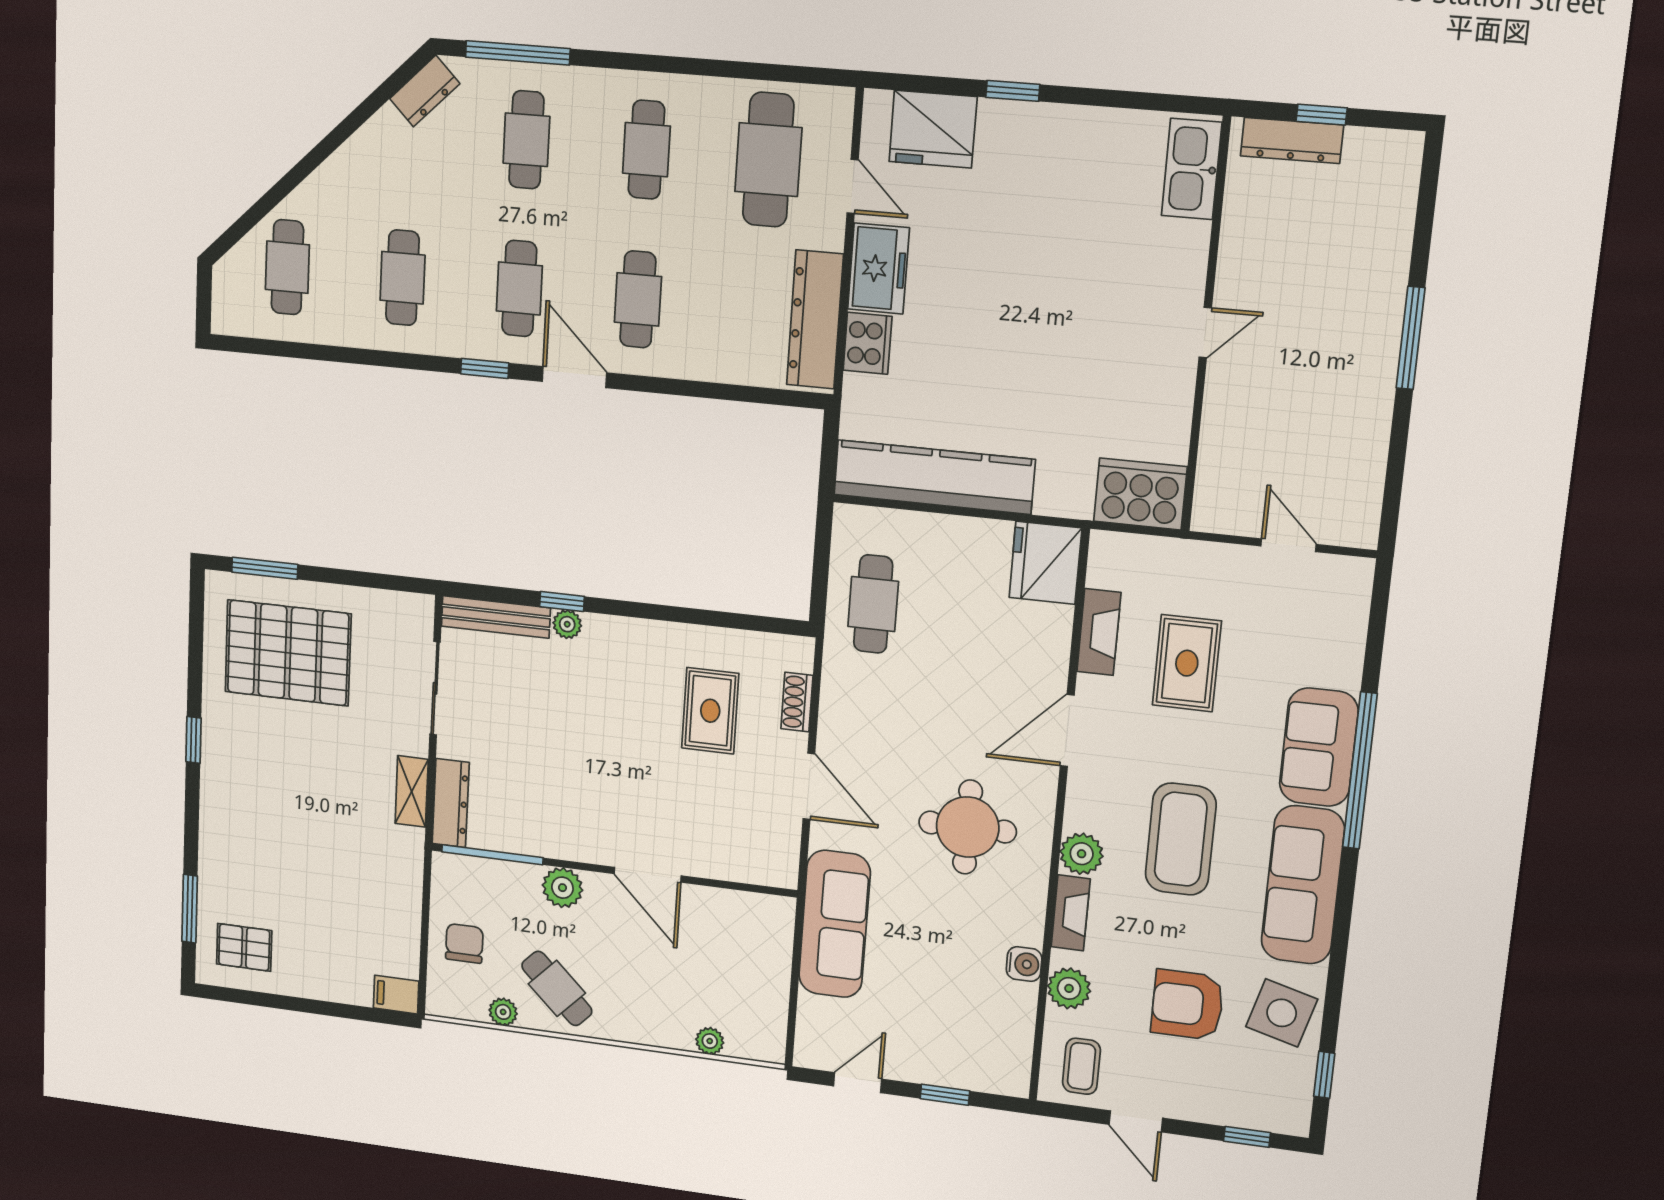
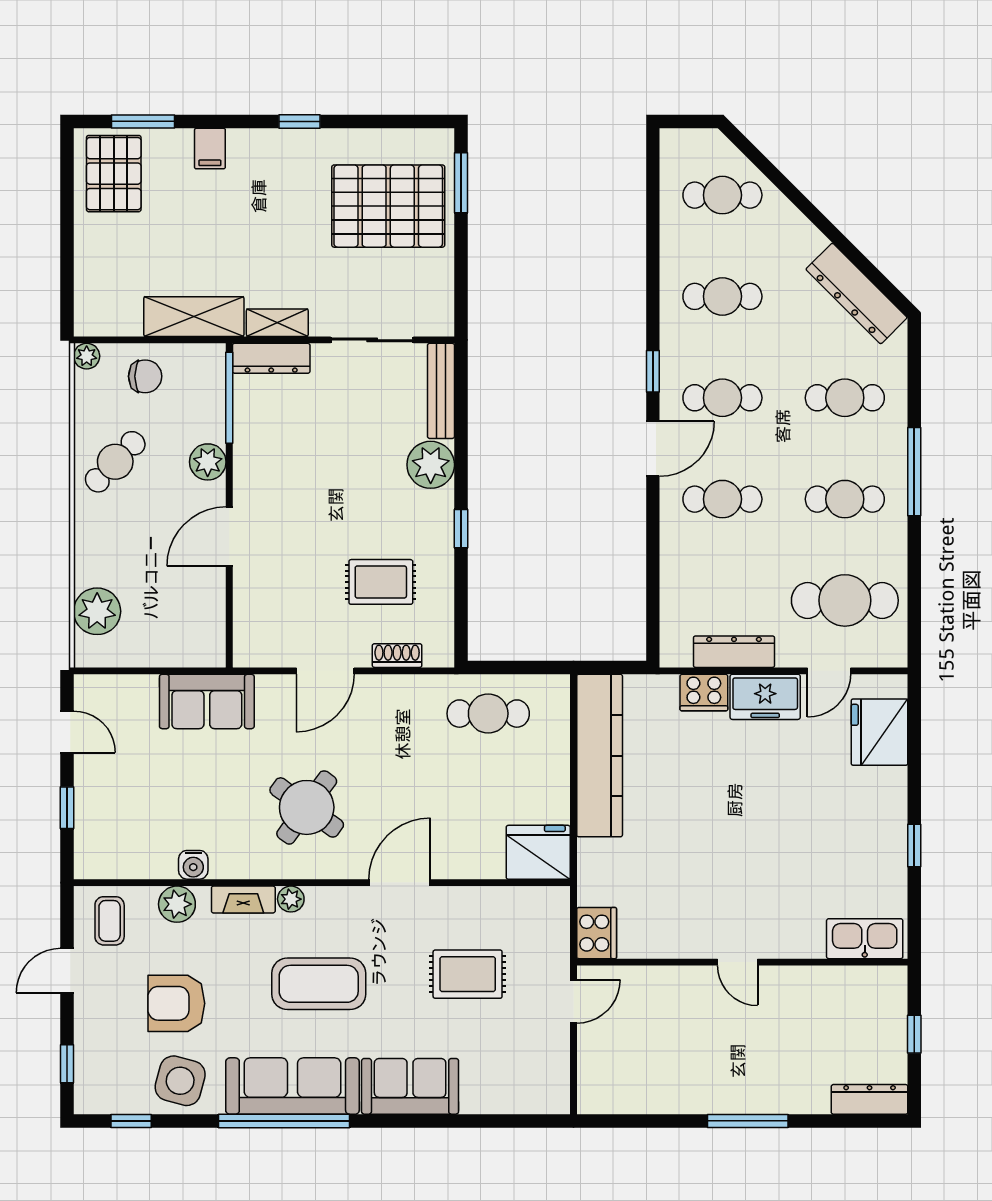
window: (518, 53) -> (914, 472), moved
dresser: (425, 91) -> (857, 293), width x1.96, depth x1.24
window: (1013, 91) -> (914, 845), moved
dresser: (1292, 140) -> (870, 1099), moved, turned 90
dresser: (815, 320) -> (734, 652), width x0.73, depth x0.80
cooker: (1140, 494) -> (597, 933), width x0.73, depth x0.76
door: (1288, 545) -> (573, 1001), moved
window: (562, 601) -> (461, 529), moved
plant: (567, 624) -> (431, 465), width x1.88, depth x1.88
fireplace: (1099, 632) -> (485, 901), removed
pallet: (288, 653) -> (388, 206), turned 90
door: (1067, 730) -> (400, 883), hinge flipped
window: (1360, 771) -> (284, 1121), moved
round table: (968, 827) -> (307, 807), turned 36
plant: (1082, 854) -> (291, 899), width x0.73, depth x0.73
shelving: (401, 882) -> (194, 317), added
sofa: (834, 924) -> (207, 701), width x0.73
pallet: (244, 947) -> (114, 174), width x1.50, depth x1.42
filing cabinet: (396, 995) -> (210, 149), moved, turned 180
armchair: (1187, 1005) -> (176, 1003), turned -90
plant: (503, 1012) -> (87, 356), moved
plant: (710, 1041) -> (97, 611), width x1.88, depth x1.88
coffee table: (1081, 1066) -> (110, 921), turned 90

